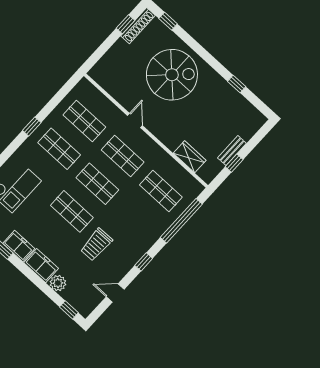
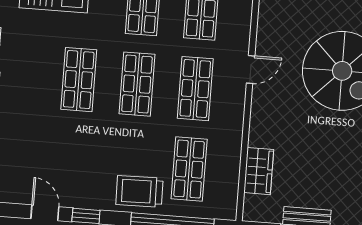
trolley: (96, 245) -> (139, 191), moved
door: (115, 293) -> (45, 213), moved

